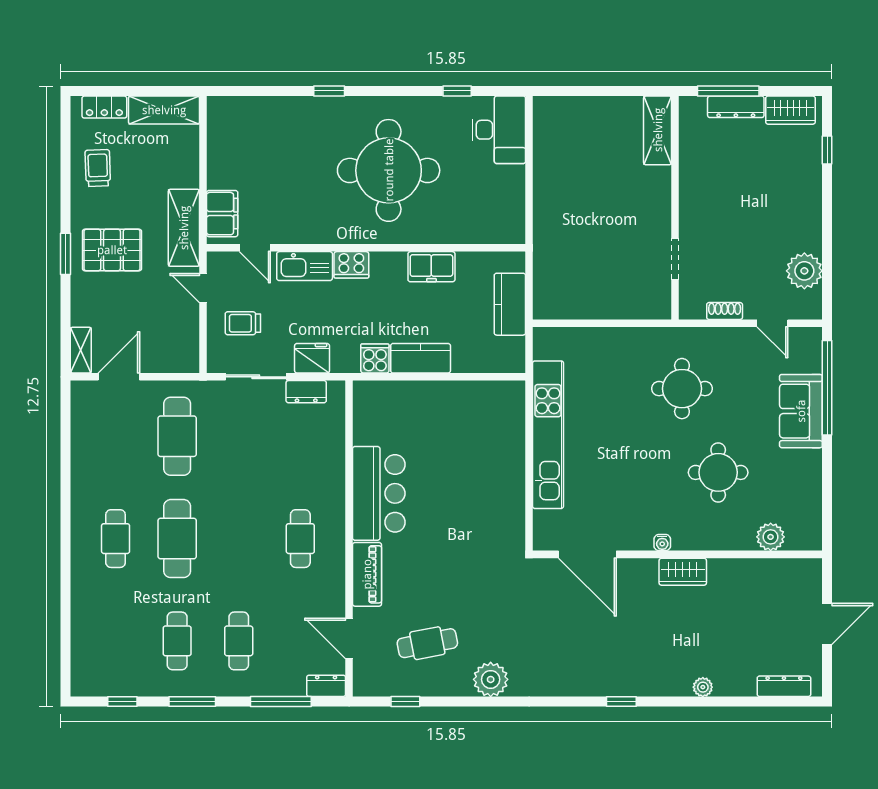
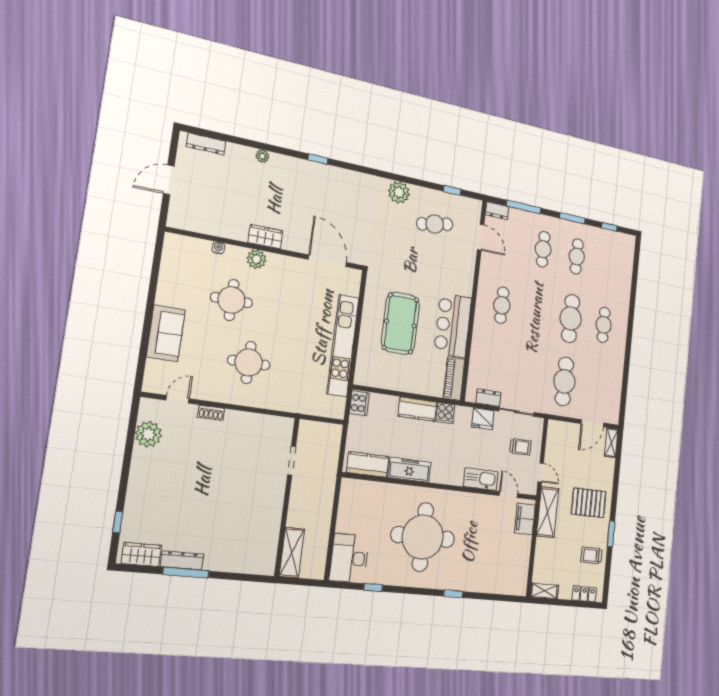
shelving: (164, 110) -> (544, 591), width x0.67, depth x0.75
shelving: (658, 130) -> (292, 553), moved
trolley: (98, 168) -> (591, 555), turned 92
wall: (675, 208) -> (287, 497), moved
window: (66, 254) -> (611, 534), moved
doorway: (675, 259) -> (292, 461), moved
cooker: (351, 265) -> (359, 403), moved, turned 90
freezer: (431, 267) -> (409, 470), width x1.40
kitchen counter: (510, 304) -> (368, 464), moved, turned -90
door: (772, 323) -> (178, 399), hinge flipped
window: (827, 388) -> (144, 347), removed
pool table: (463, 482) -> (400, 323), added
plant: (771, 537) -> (256, 259), moved
water cooler: (662, 543) -> (218, 248), moved
piano: (367, 574) -> (454, 379), moved

